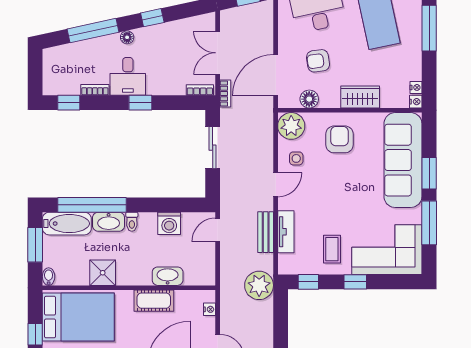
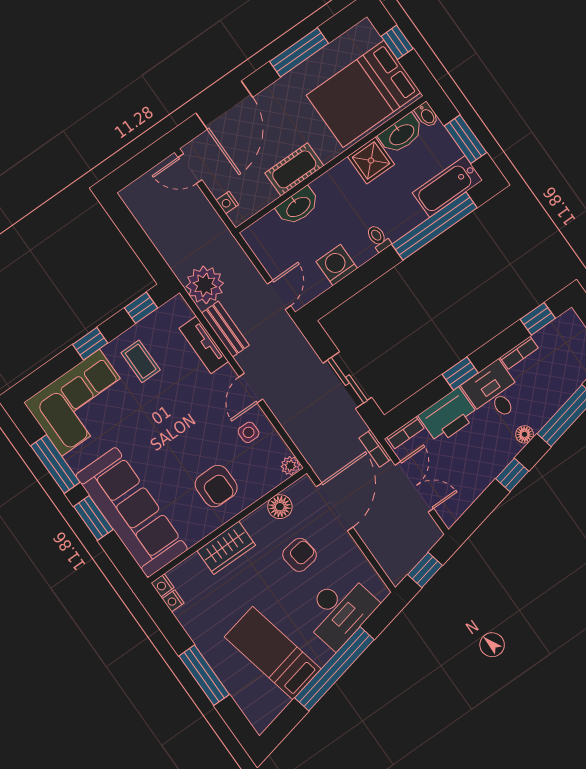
printer: (166, 82) -> (448, 416), added
plant: (291, 126) -> (290, 466), width x0.53, depth x0.53
washbasin: (109, 222) -> (401, 134), moved, turned 180
plant: (259, 285) -> (205, 285), moved

